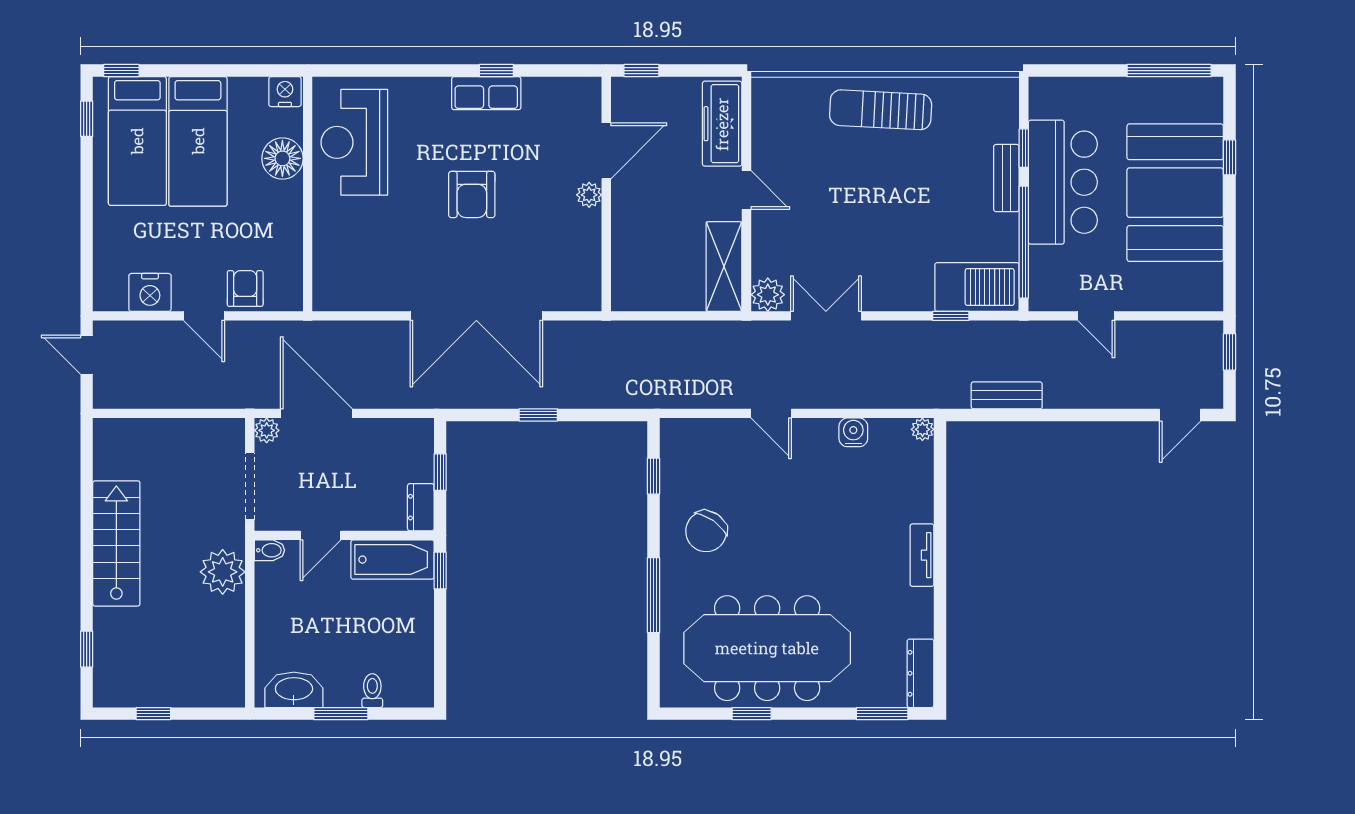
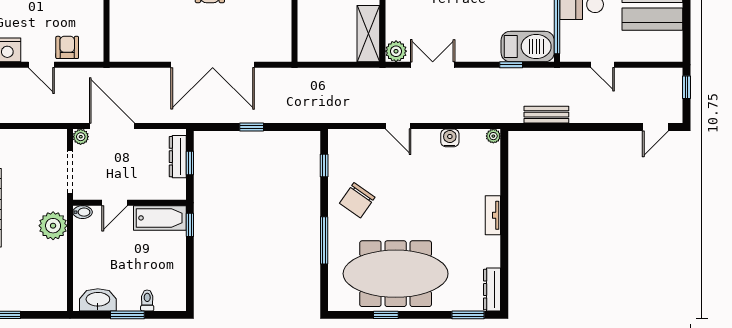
dresser: (421, 507) -> (178, 157), moved, width x1.44

